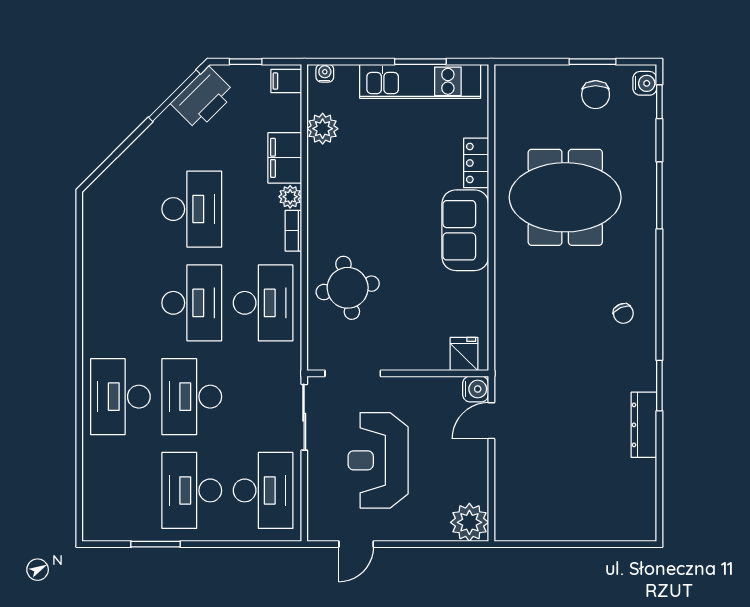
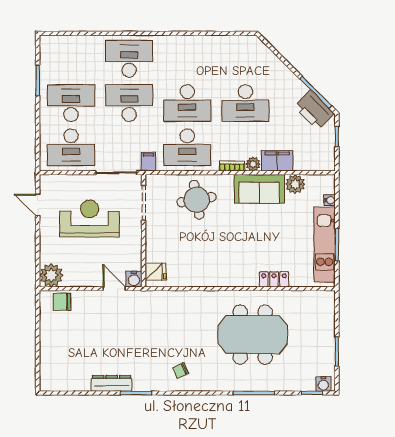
water cooler: (325, 73) -> (330, 200), moved
filing cabinet: (286, 81) -> (148, 162), moved
chair: (596, 95) -> (62, 302), moved
meeting table: (565, 197) -> (253, 335), turned 90
sofa: (465, 230) -> (259, 189), moved, turned 180

